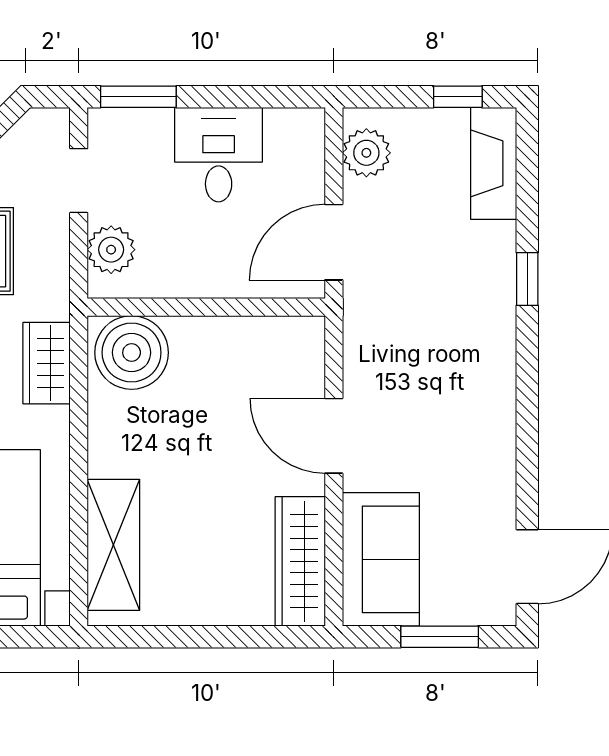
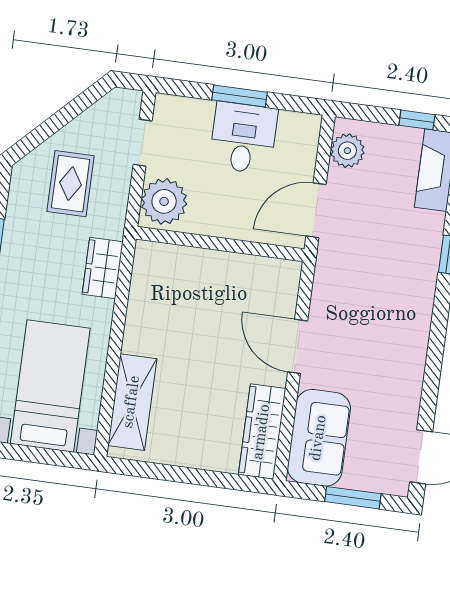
window: (138, 97) -> (240, 96), moved
plant: (111, 250) -> (164, 201), width x1.36, depth x1.36
boiler: (132, 353) -> (163, 269), removed

